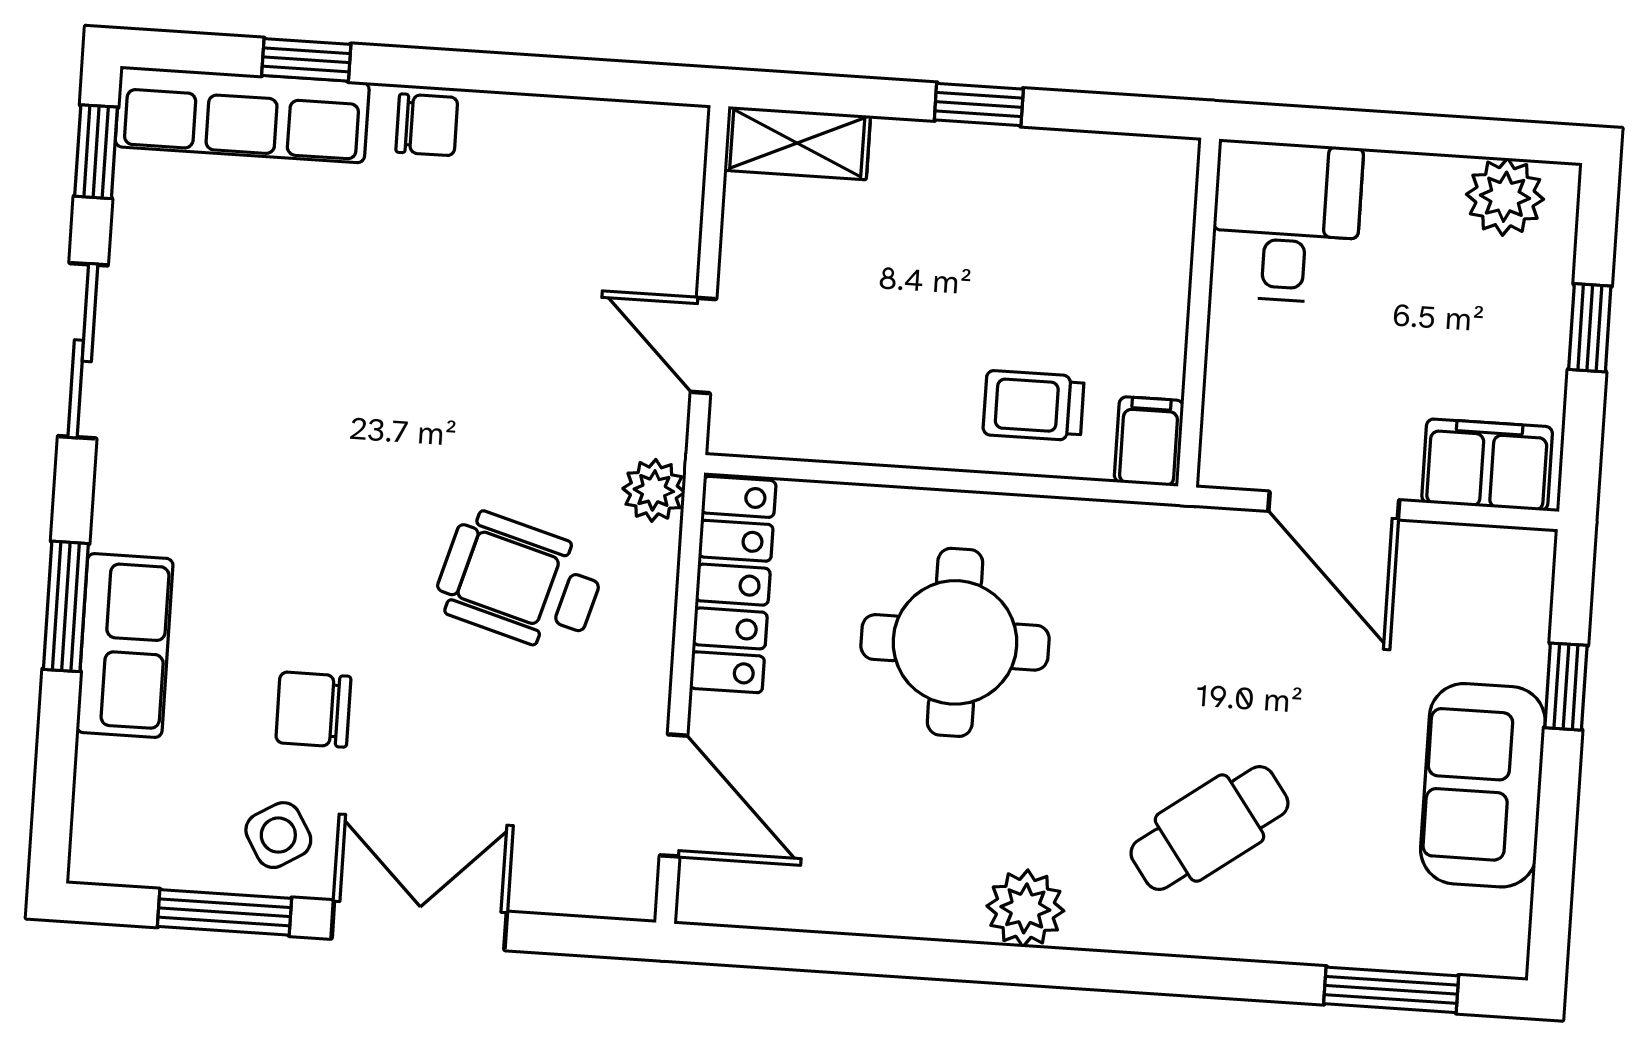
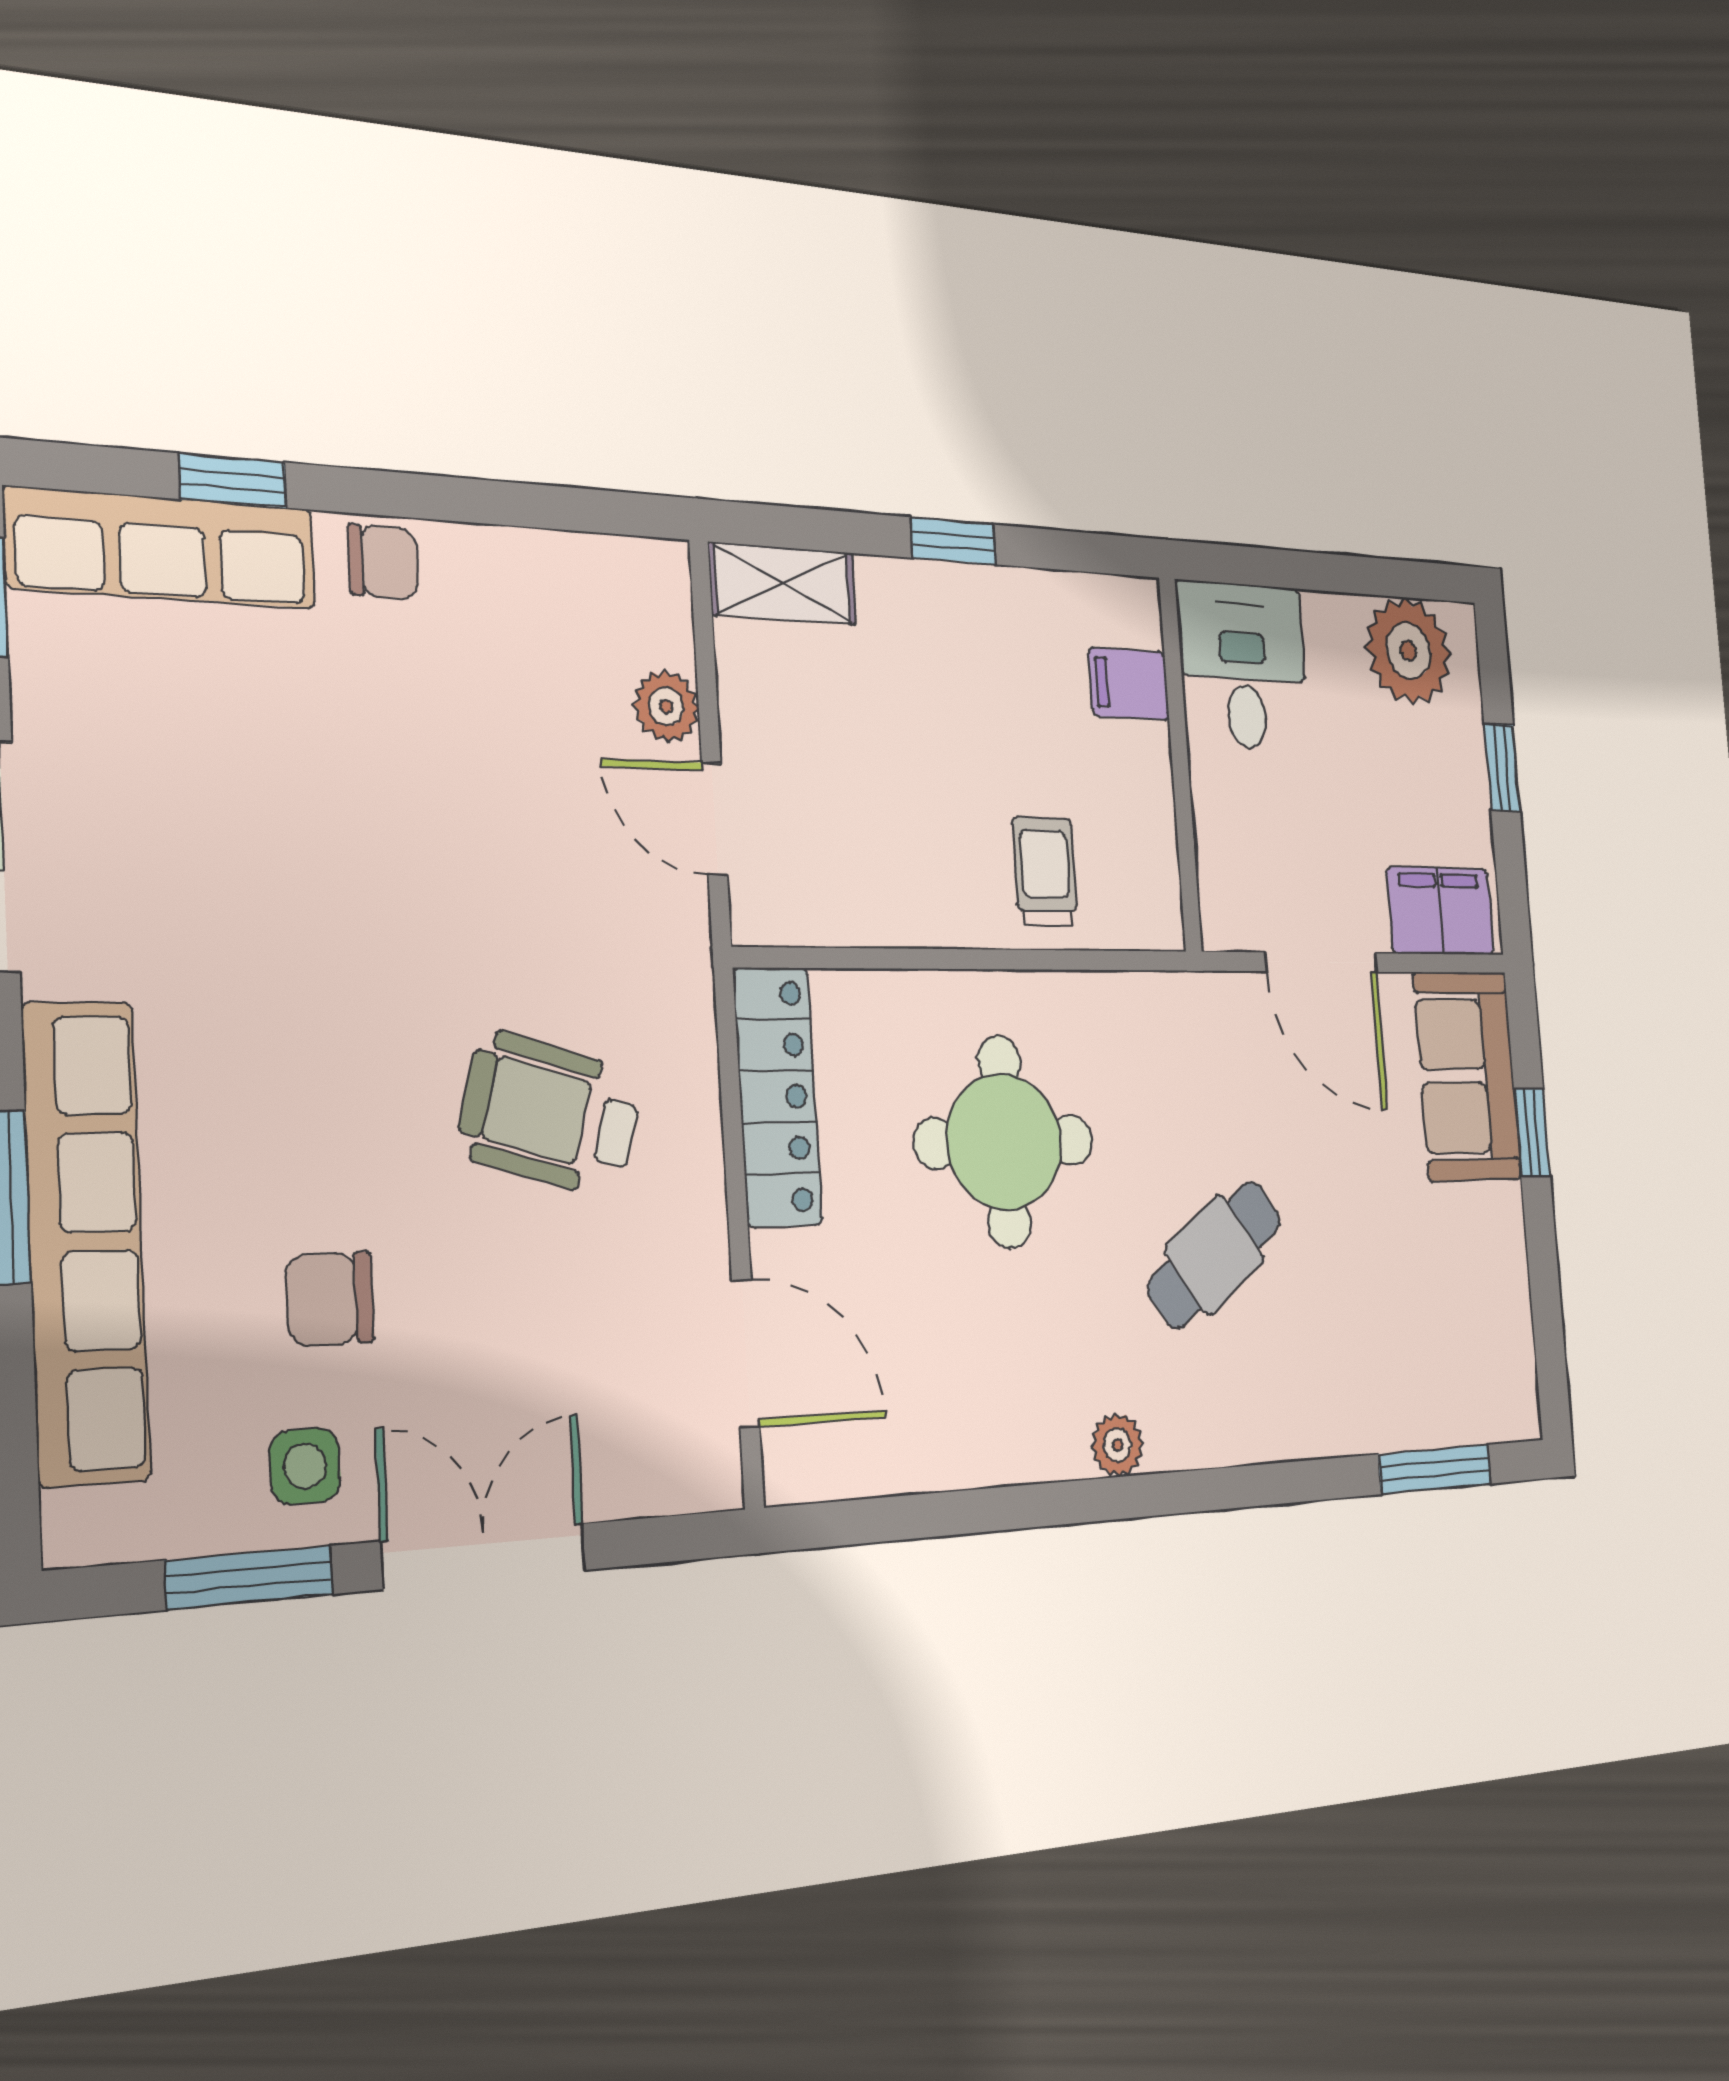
plant: (1505, 197) -> (1409, 651), width x1.36, depth x1.36
trolley: (1034, 406) -> (1045, 871), turned 90
filing cabinet: (1149, 441) -> (1129, 684), moved, turned -90
plant: (654, 490) -> (666, 706), moved
row of seats: (125, 645) -> (86, 1242), width x2.02
sofa: (1483, 785) -> (1467, 1076), moved
cafe table: (1209, 828) -> (1214, 1255), moved
side table: (278, 835) -> (305, 1466), turned 30
plant: (1025, 908) -> (1117, 1445), width x0.73, depth x0.73

